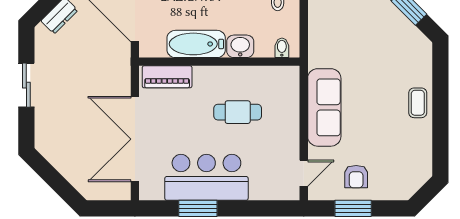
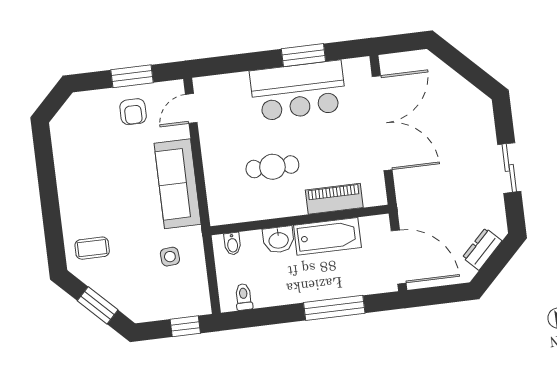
side table: (339, 43) -> (170, 257), added
piano: (167, 77) -> (334, 199), moved
coffee table: (418, 103) -> (92, 248), moved, turned 90
armchair: (356, 177) -> (133, 112), turned 180

